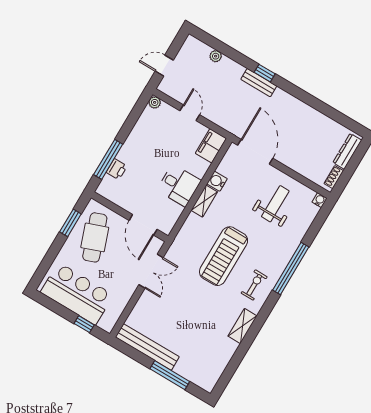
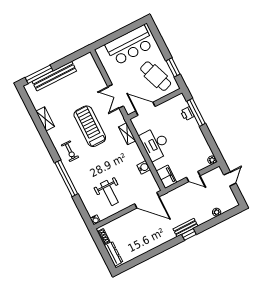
desk: (179, 185) -> (155, 144), width x1.37
shelving: (204, 201) -> (127, 134), moved
treadmill: (224, 256) -> (90, 126), moved
window: (84, 324) -> (109, 38), removed
shelving: (242, 326) -> (45, 119), moved
bench: (147, 347) -> (54, 76), moved
window: (170, 375) -> (39, 74), moved

